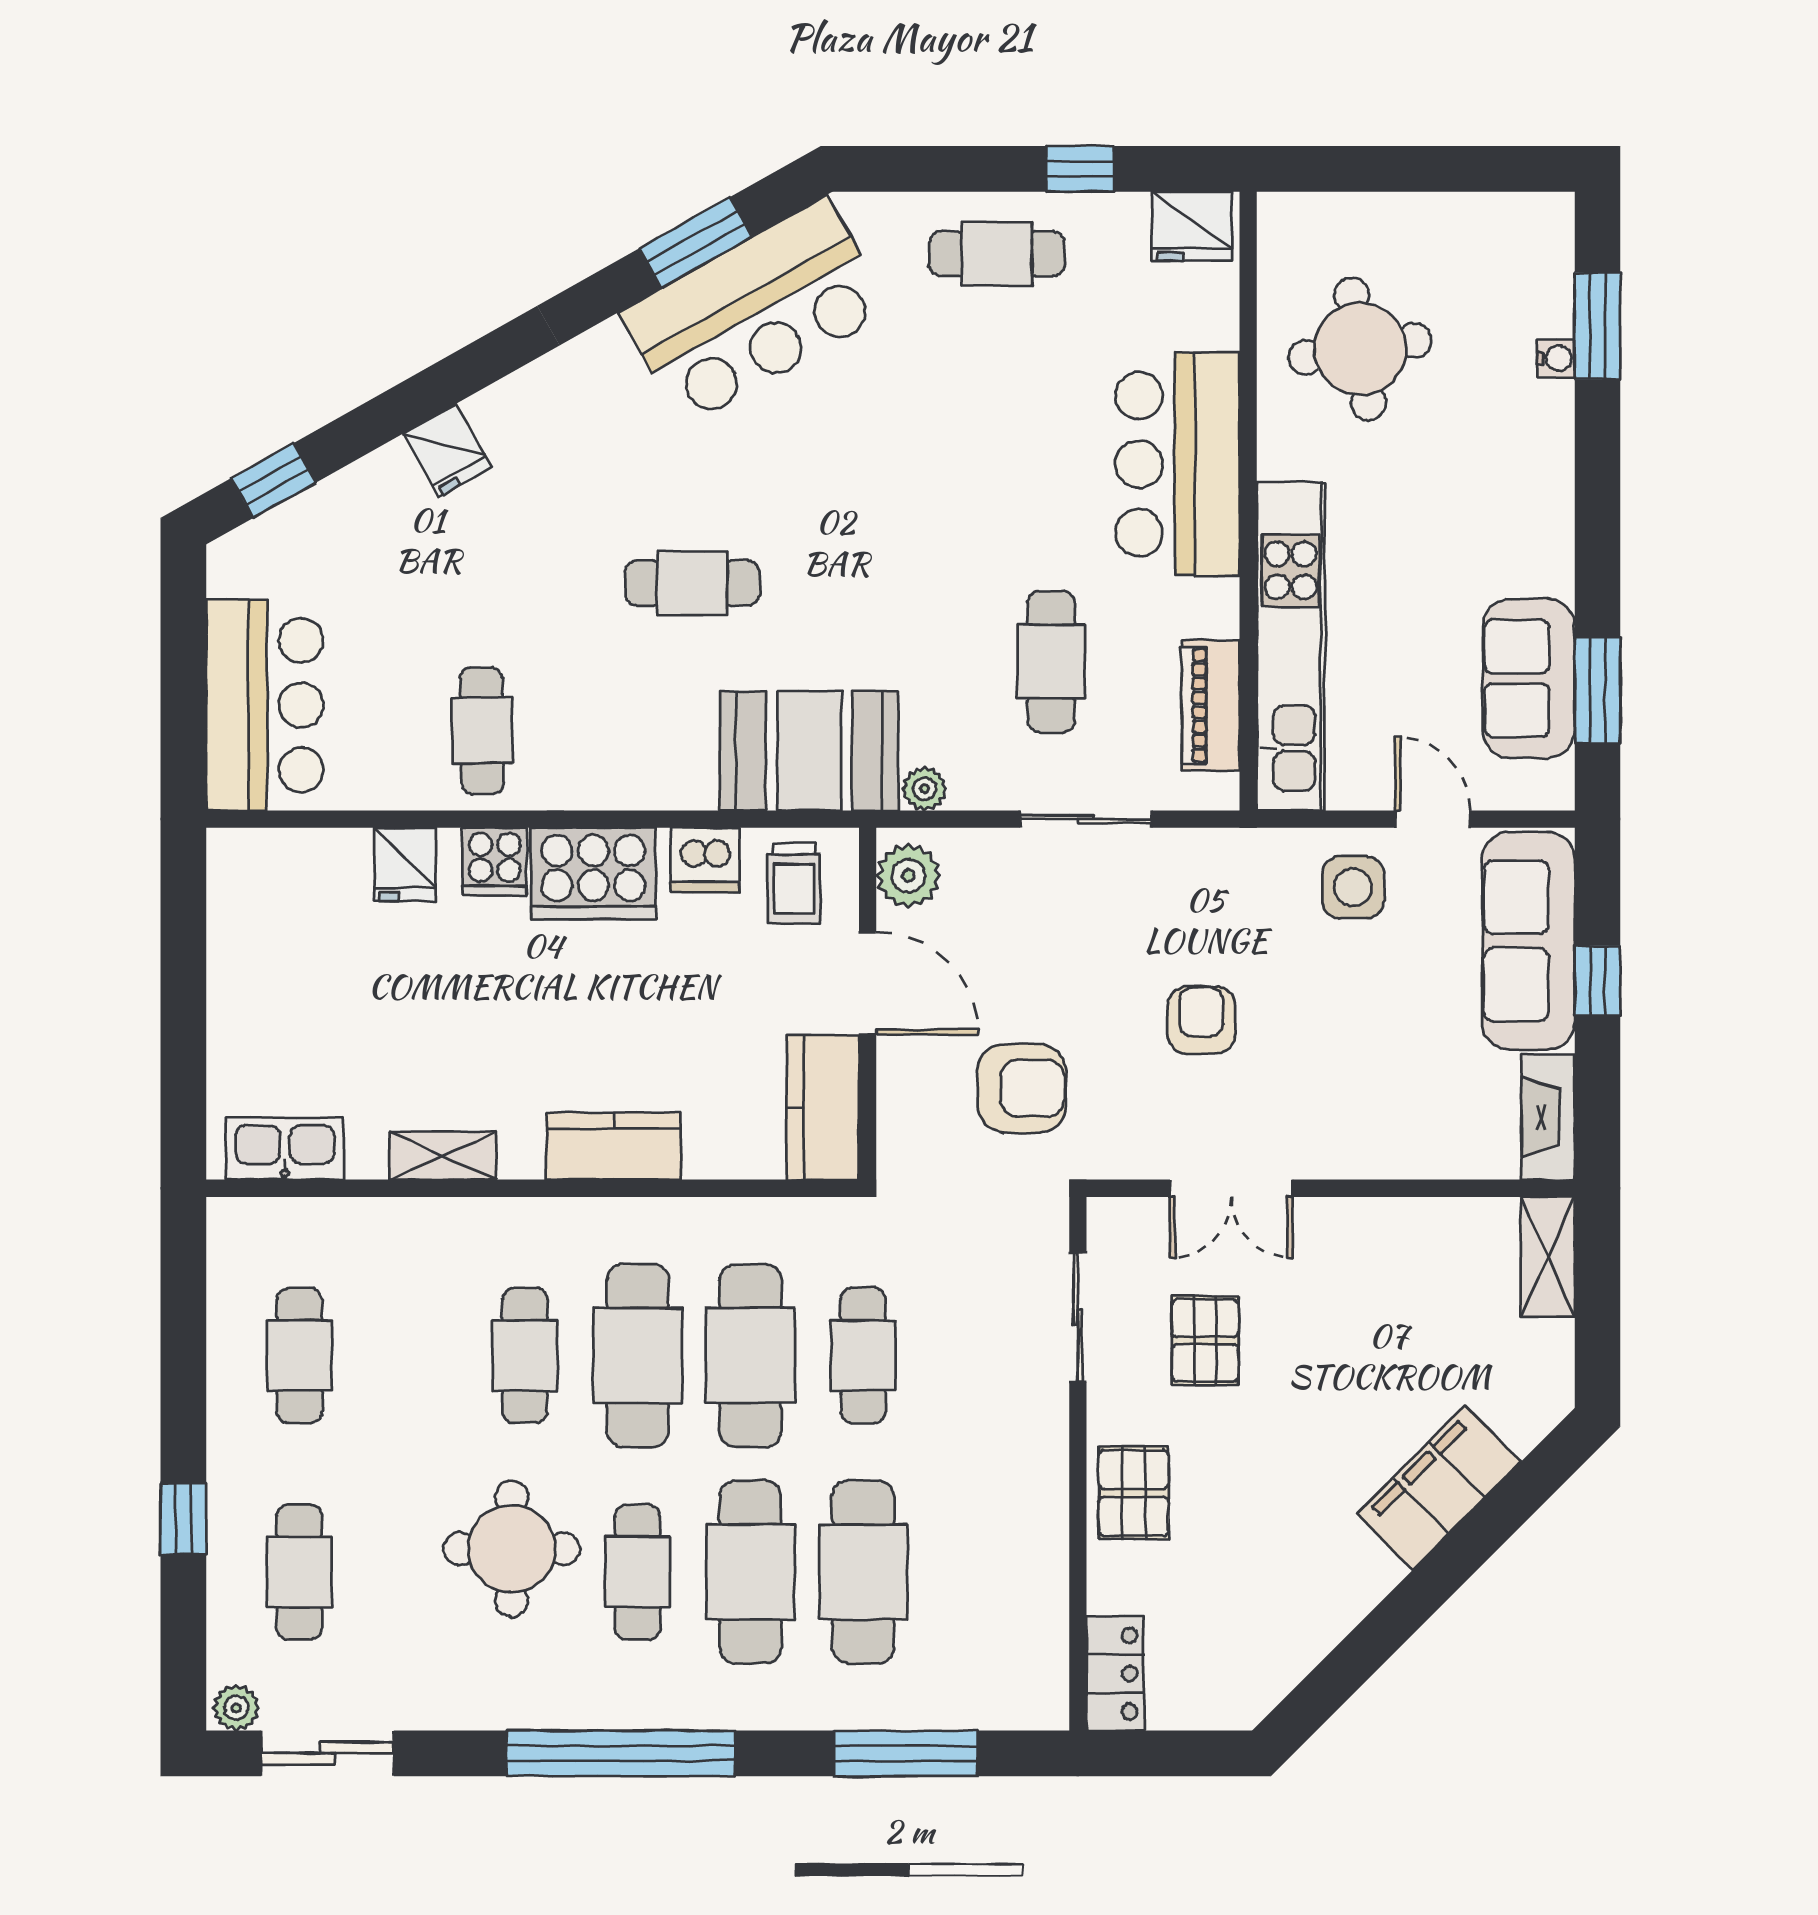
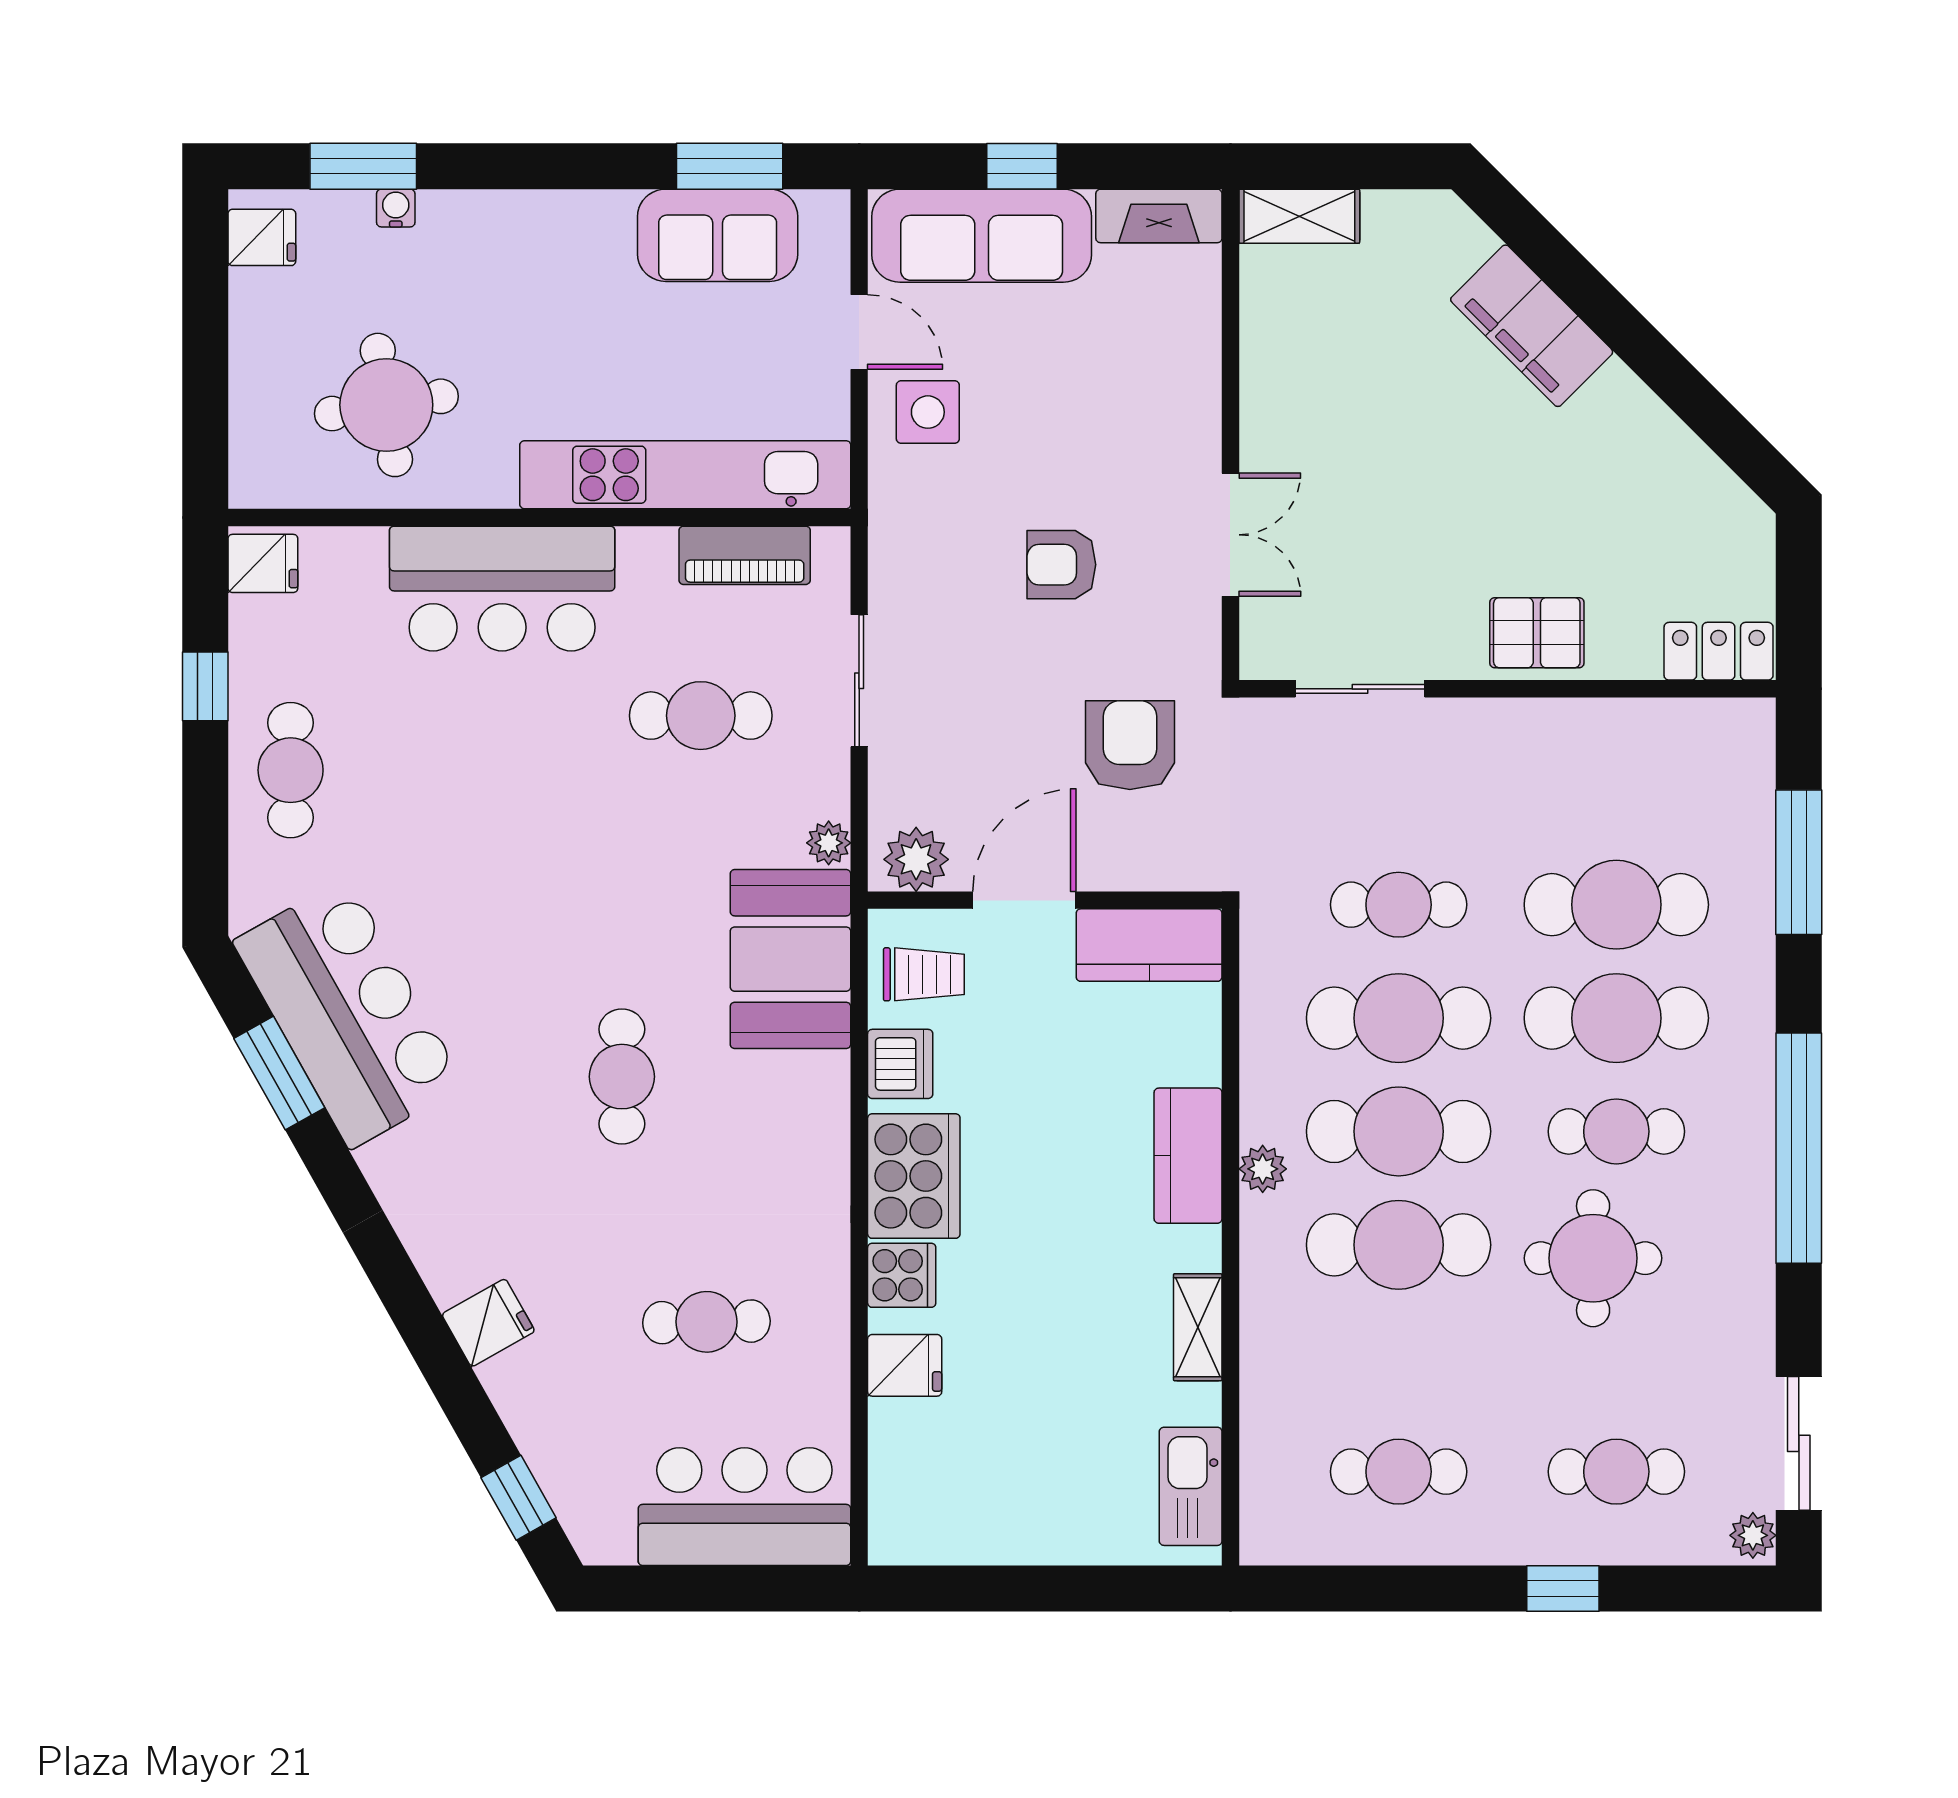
fridge: (1527, 225) -> (262, 237), added
fridge: (1191, 226) -> (263, 563), width x0.72
cafe table: (482, 731) -> (706, 1322), moved
door: (1433, 819) -> (859, 332), swing flipped
plant: (600, 1220) -> (1263, 1169), added
pallet: (1205, 1341) -> (1384, 561), removed
cafe table: (525, 1355) -> (1399, 1245), width x1.37, depth x1.35

